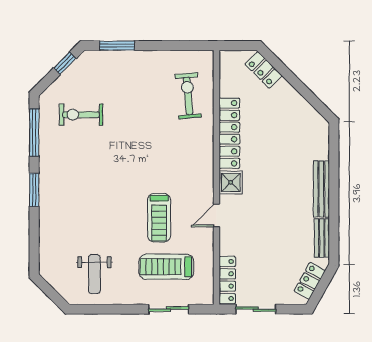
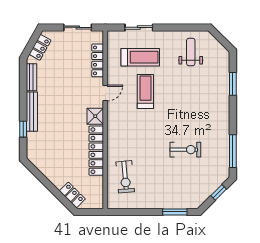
window: (65, 63) -> (219, 192), moved
exercise bike: (81, 115) -> (185, 150), moved
window: (334, 164) -> (23, 129), added
window: (34, 190) -> (233, 84), moved
locker: (227, 280) -> (98, 60), moved

